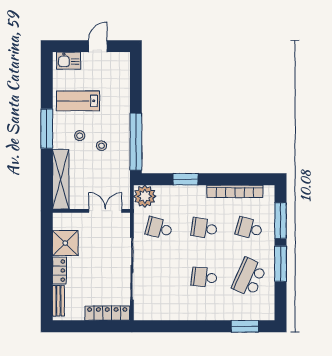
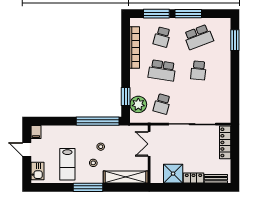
filing cabinet: (121, 59) -> (36, 132), added
window: (185, 179) -> (126, 96), moved
plant: (145, 196) -> (138, 104), moved
school desk: (204, 228) -> (162, 70), width x1.85
school desk: (249, 277) -> (198, 37), turned -45

